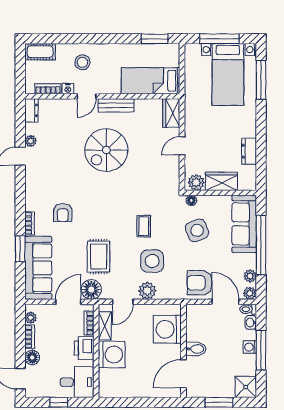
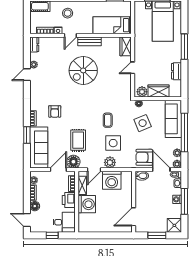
window: (261, 80) -> (184, 47), moved
washing machine: (167, 329) -> (112, 180), moved, turned -90
bidet: (196, 349) -> (142, 176), moved

